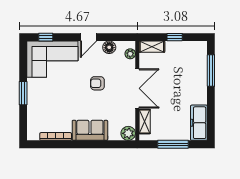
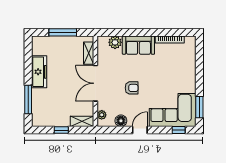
window: (23, 93) -> (199, 107), moved
freezer: (199, 123) -> (39, 72), moved
plant: (128, 133) -> (115, 42), moved

